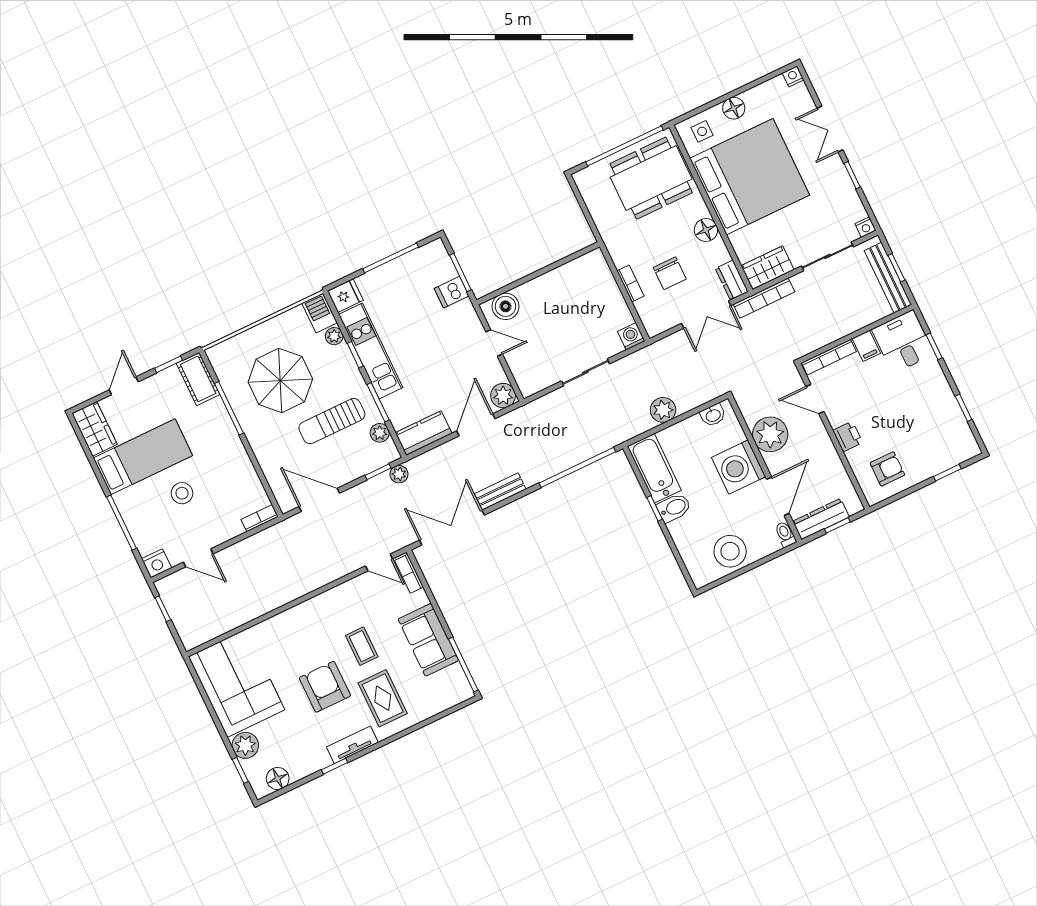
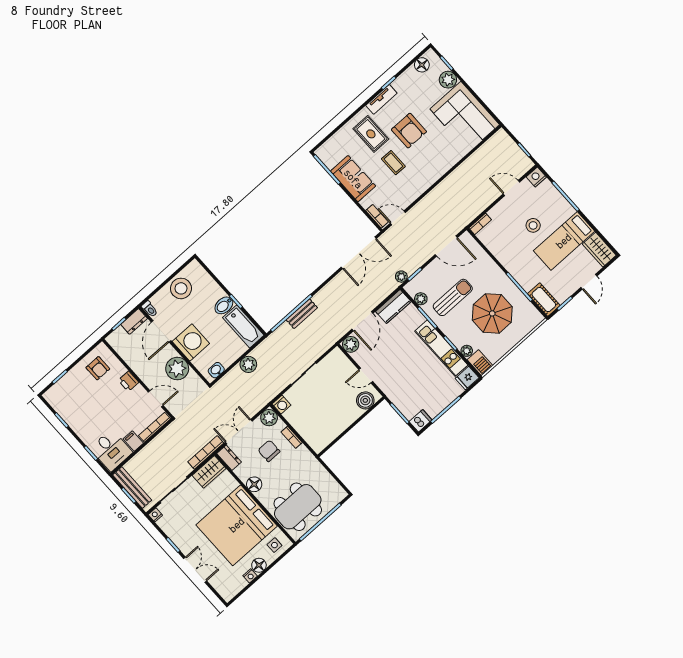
nightstand: (793, 76) -> (250, 576), moved
dishwasher: (452, 292) -> (421, 421), moved
plant: (655, 322) -> (269, 418), added
armchair: (887, 469) -> (98, 368), turned -90
bench: (500, 492) -> (302, 314), moved
dresser: (821, 519) -> (134, 321), width x0.70

